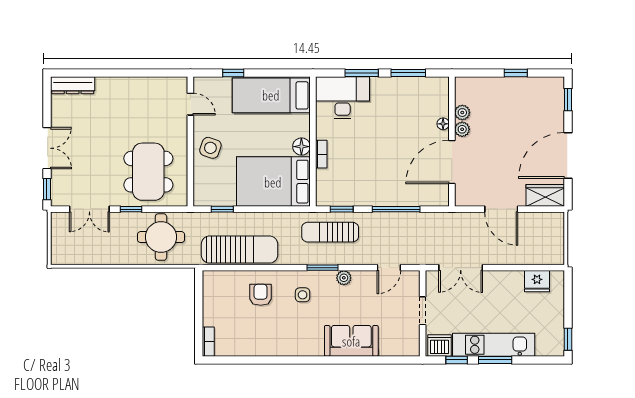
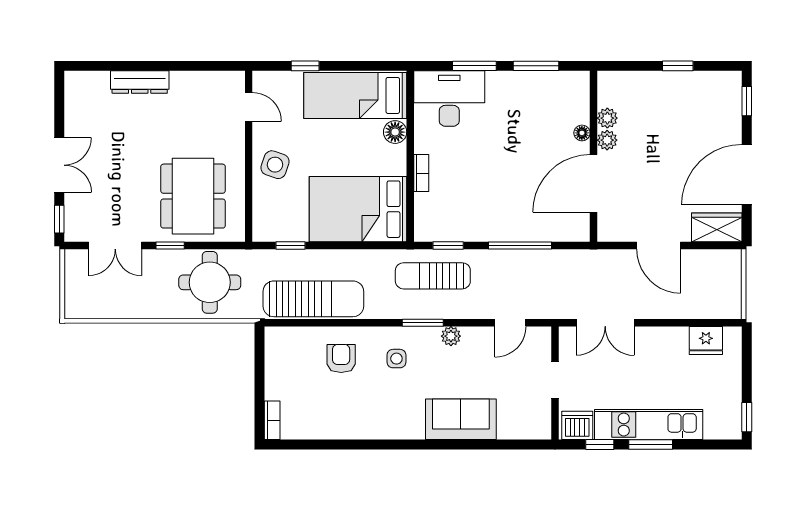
dresser: (73, 85) -> (140, 82), moved
floor lamp: (301, 147) -> (395, 132), moved

